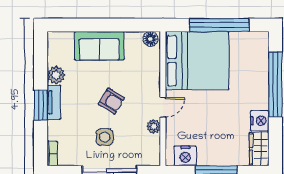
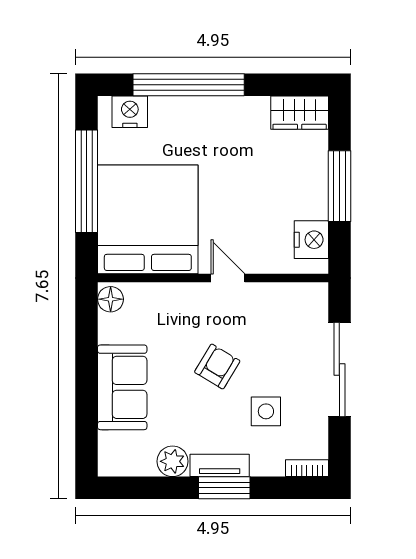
nightstand: (260, 121) -> (130, 112), moved
plant: (154, 126) -> (261, 294), removed
side table: (105, 137) -> (266, 411), moved

